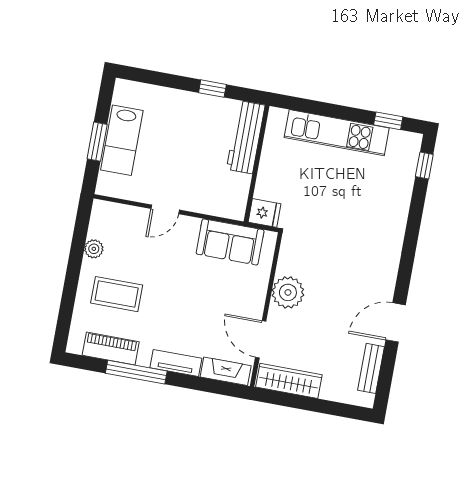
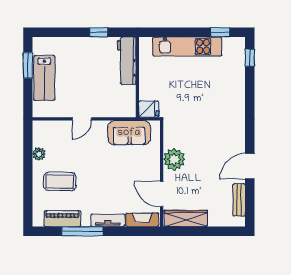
window: (97, 142) -> (28, 65), moved

